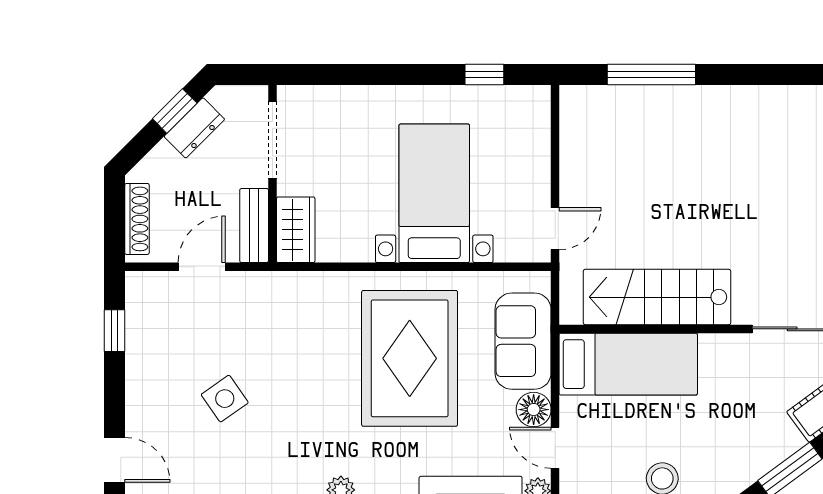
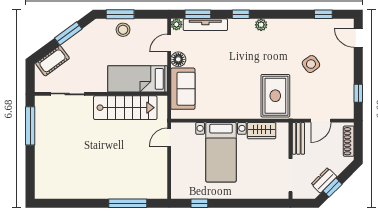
wardrobe: (296, 230) -> (262, 131), moved, turned -90
rug: (410, 358) -> (275, 96), moved, width x0.73, depth x0.69
door: (555, 448) -> (169, 43), swing flipped

